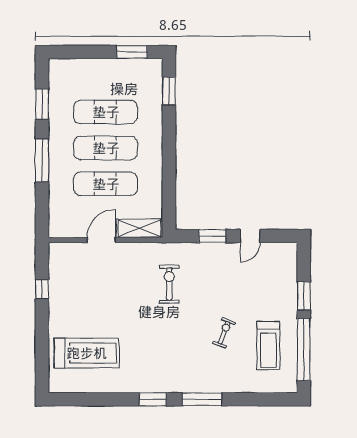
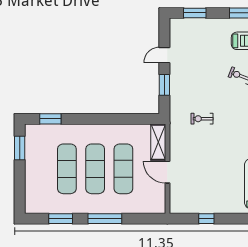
door: (250, 236) -> (164, 55), swing flipped
exercise bike: (169, 284) -> (202, 119), width x0.73, depth x0.72
window: (304, 296) -> (195, 13), moved

